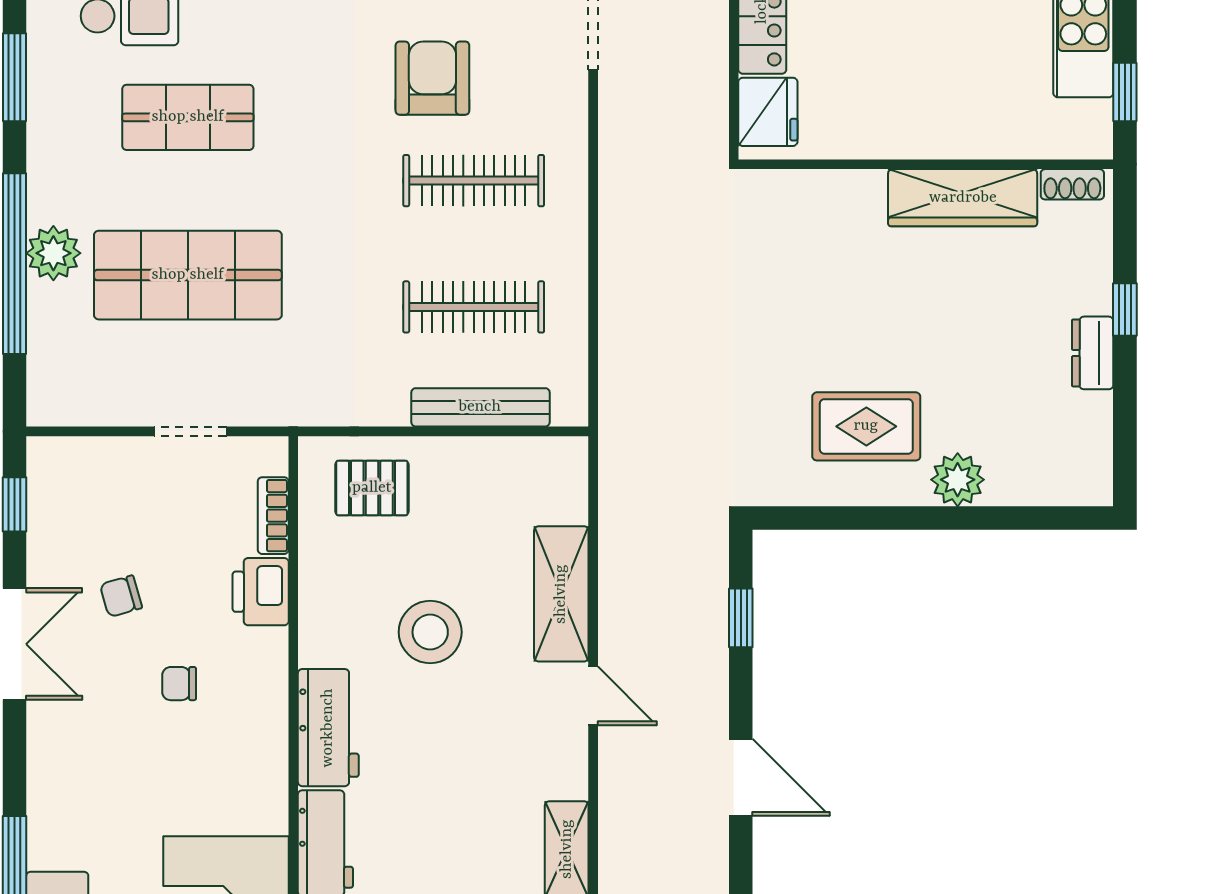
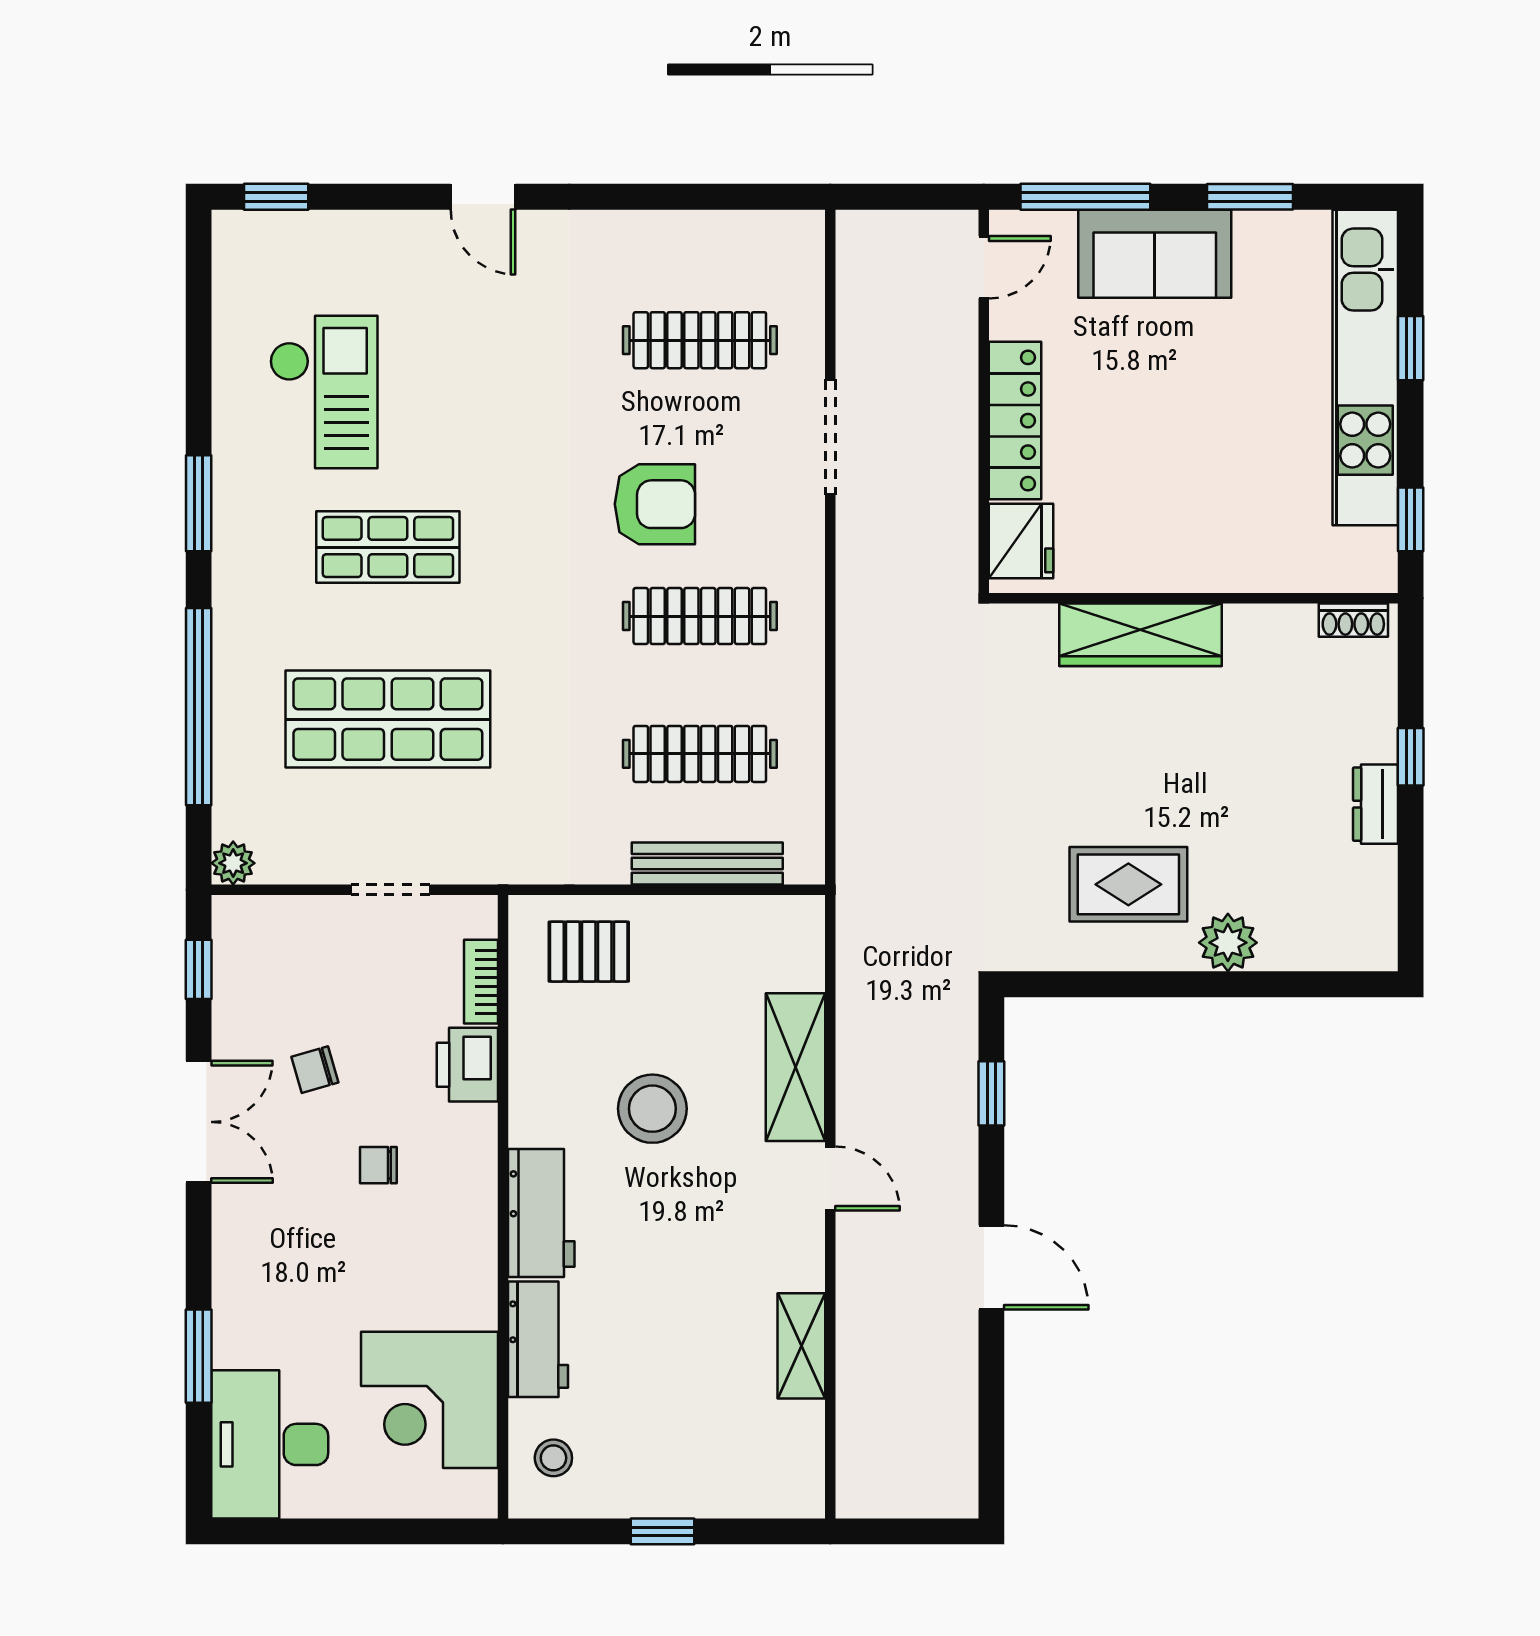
armchair: (432, 78) -> (655, 504), turned 90
wardrobe: (963, 198) -> (1141, 635), moved
plant: (53, 253) -> (233, 863), moved, width x0.73, depth x0.73

